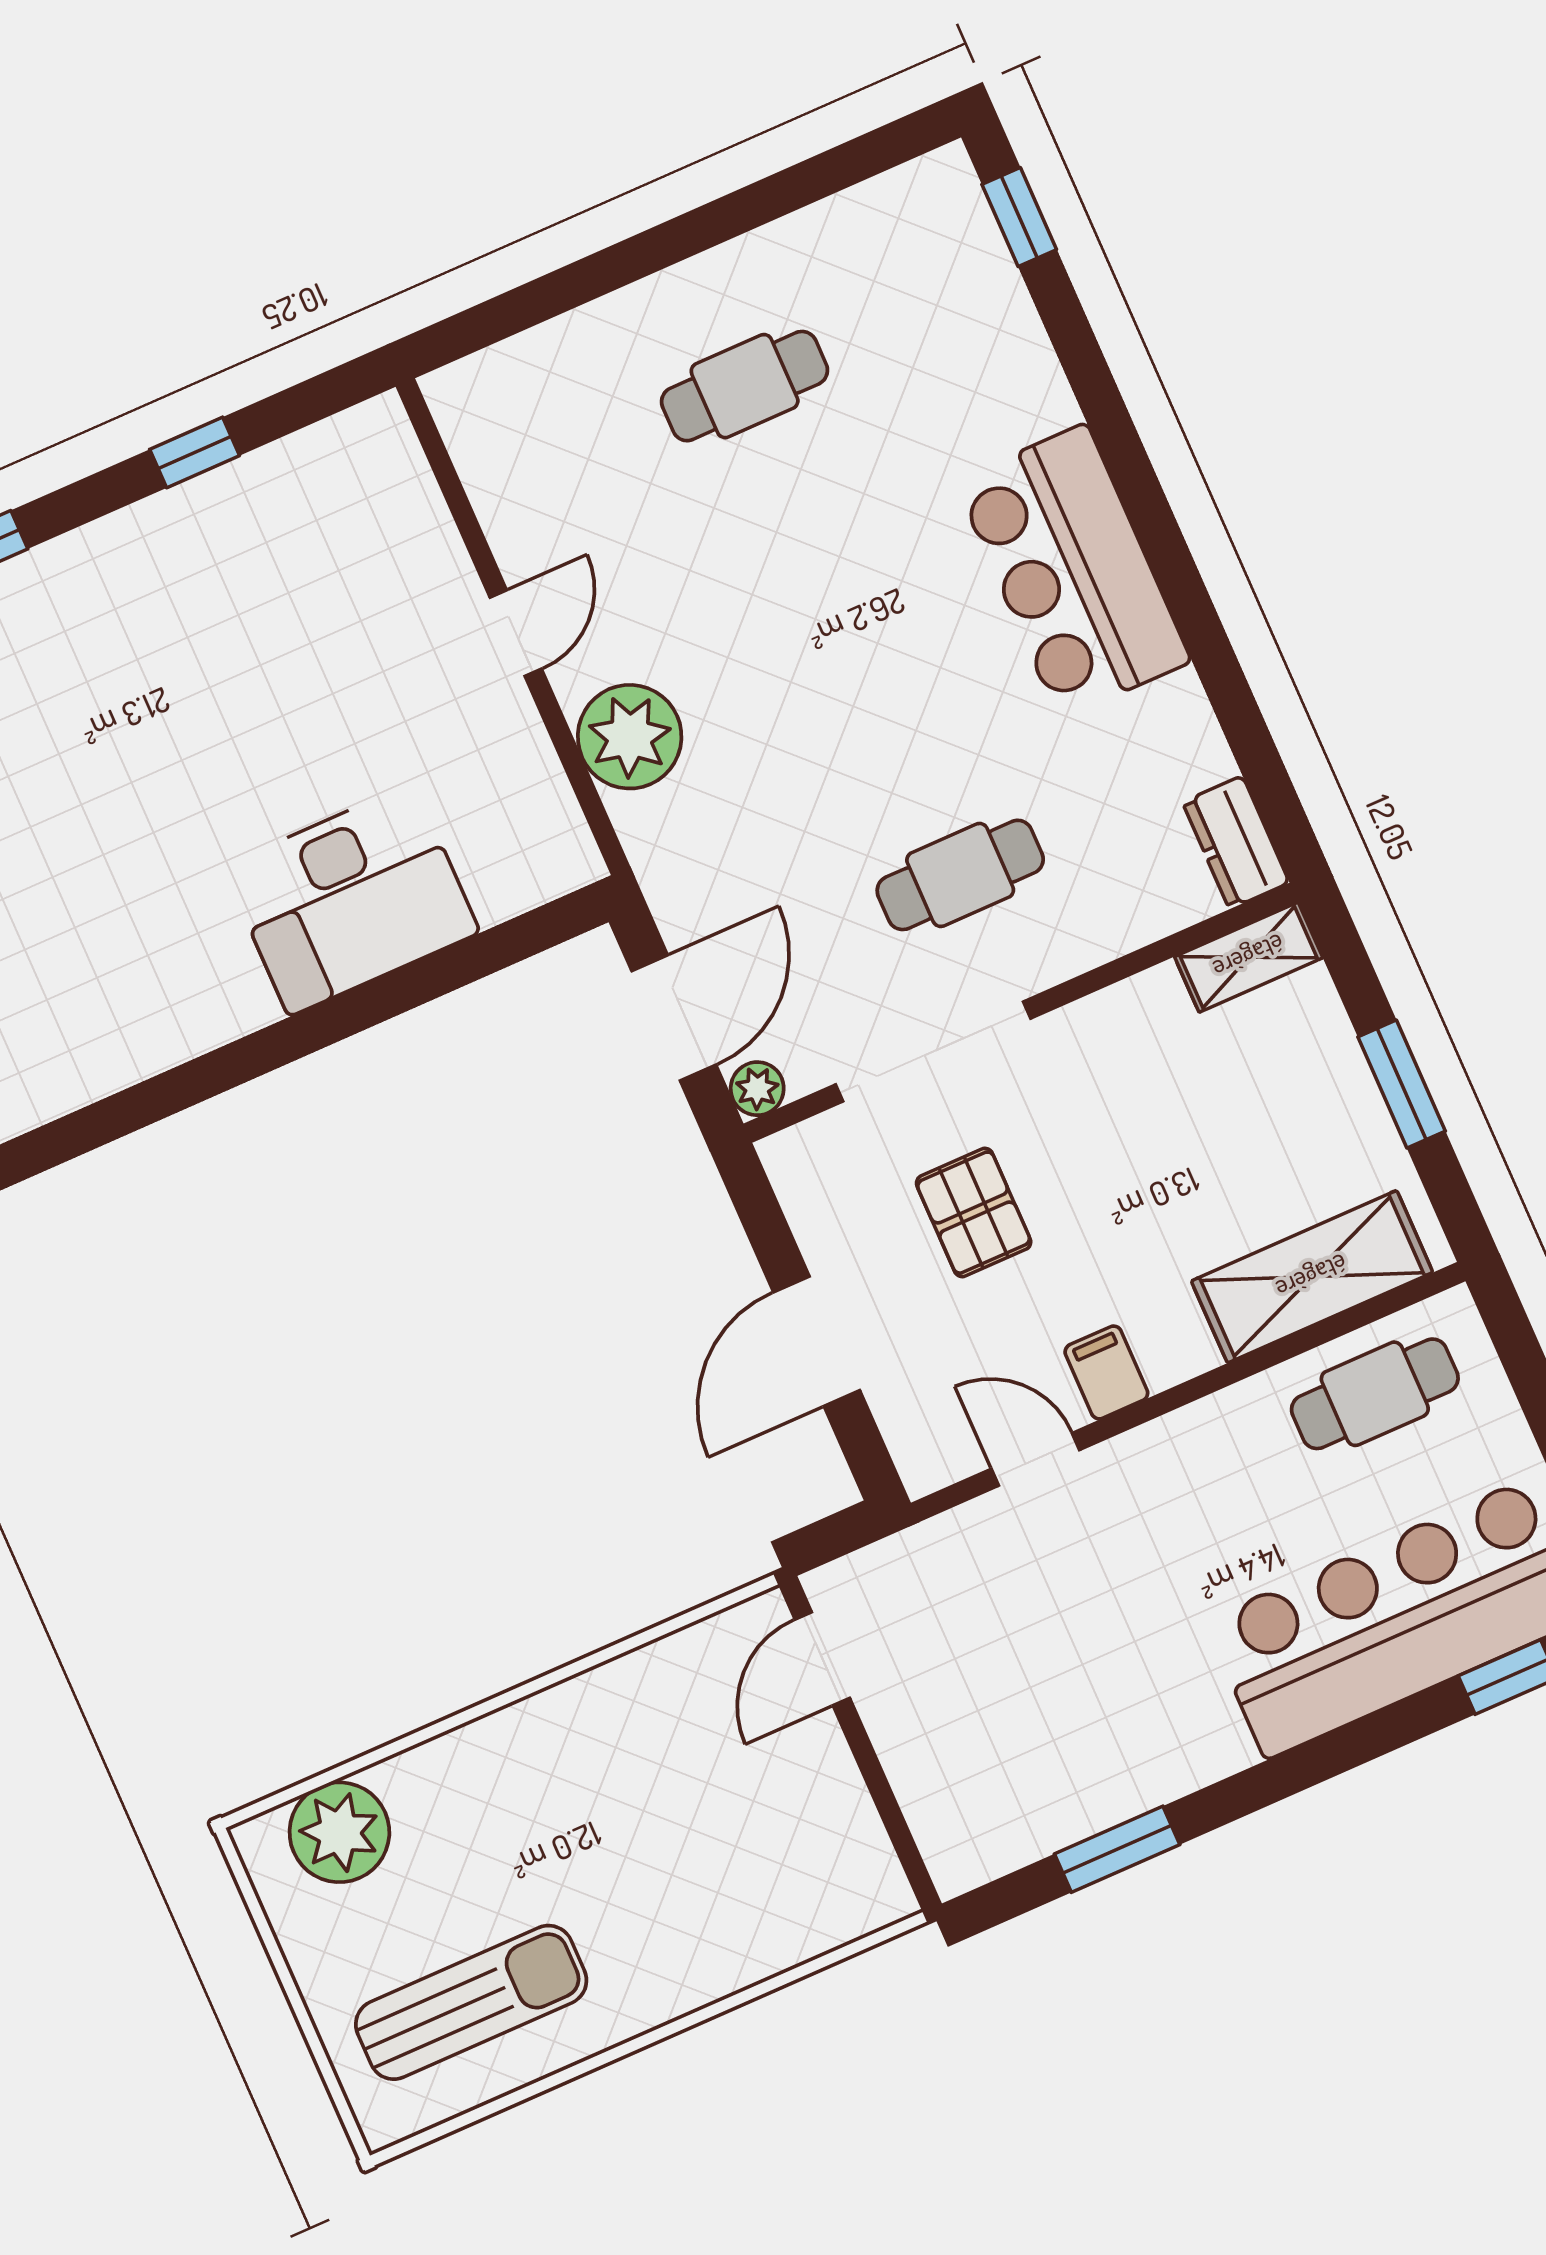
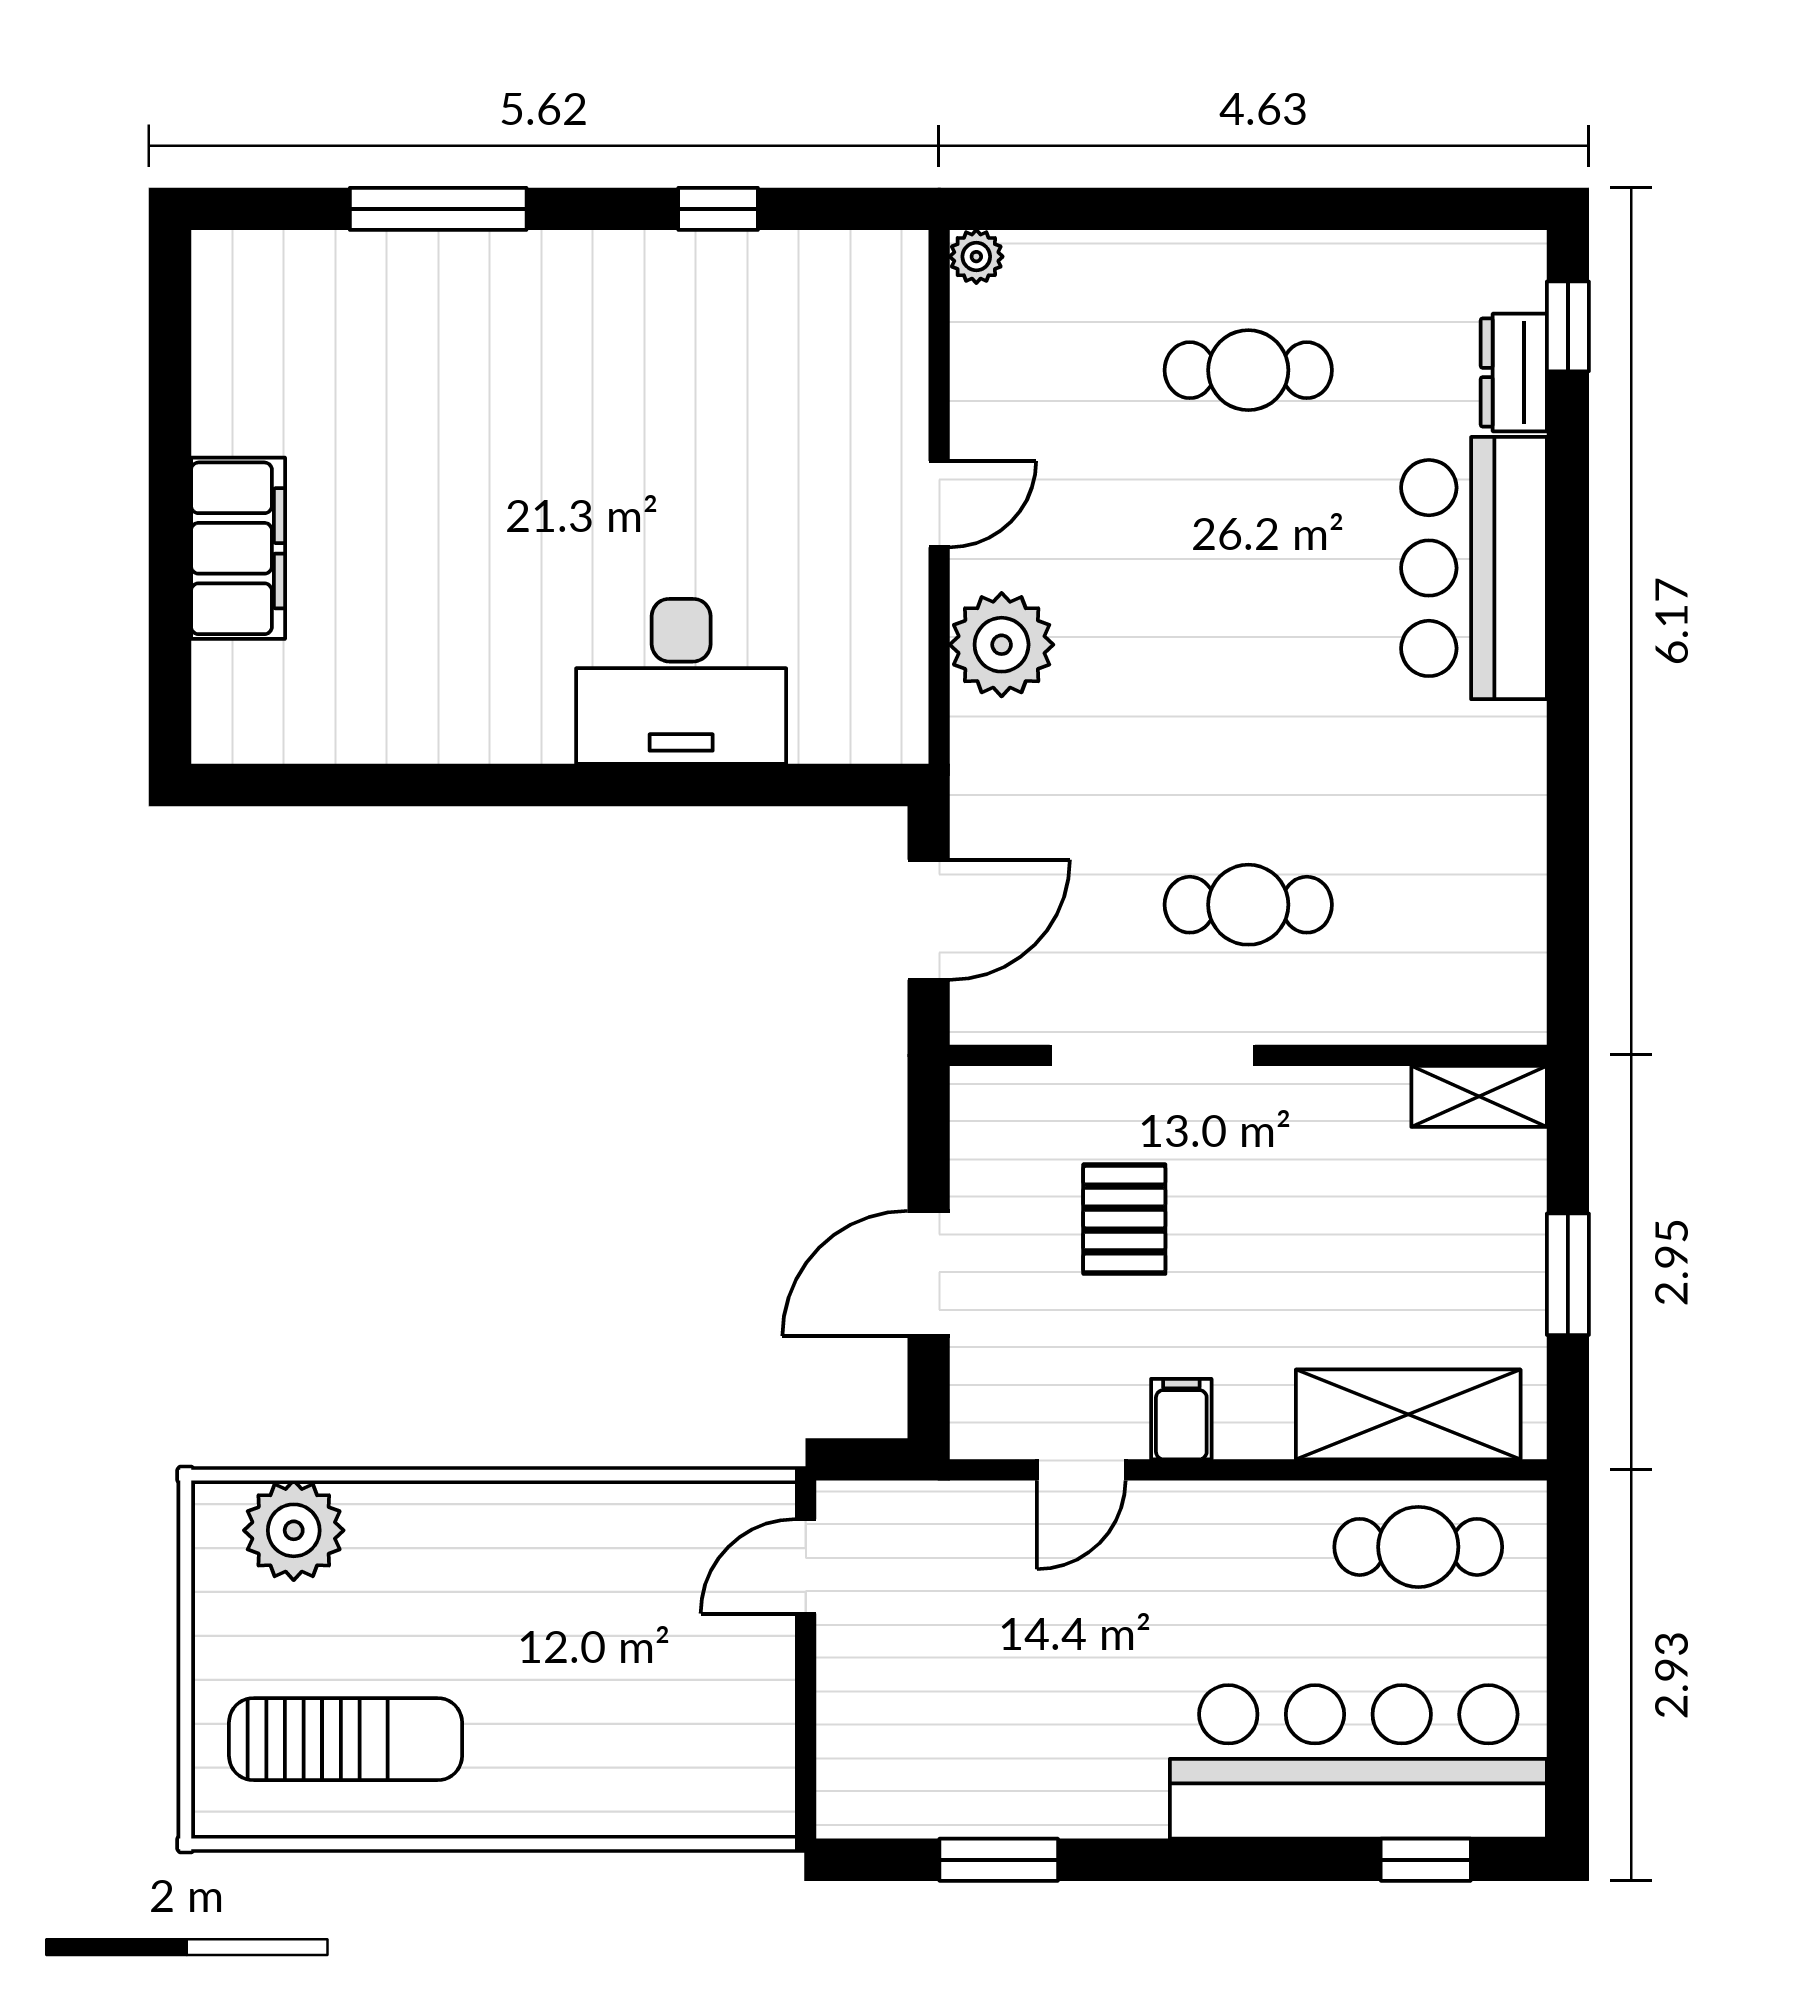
bar counter: (1073, 571) -> (1474, 568), moved
dresser: (1236, 842) -> (1514, 373), moved
plant: (757, 1089) -> (976, 257), moved
door: (1035, 1459) -> (1081, 1470), swing flipped

